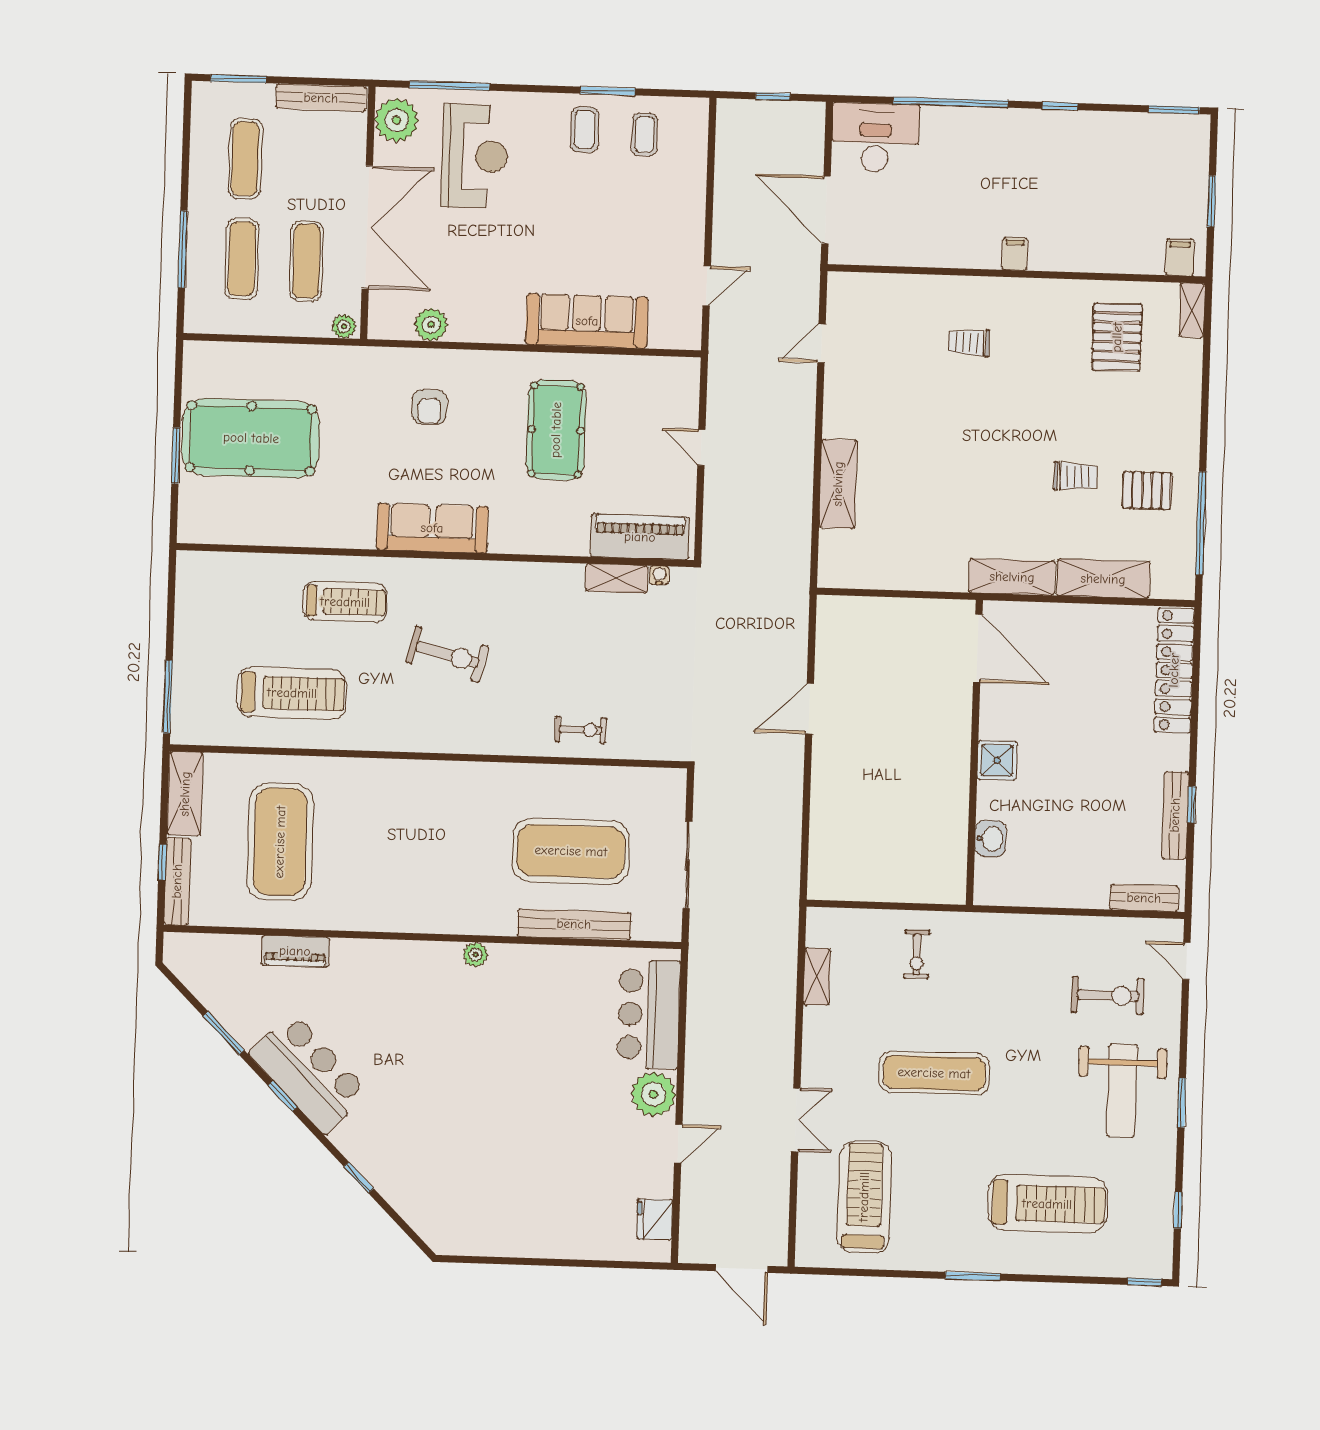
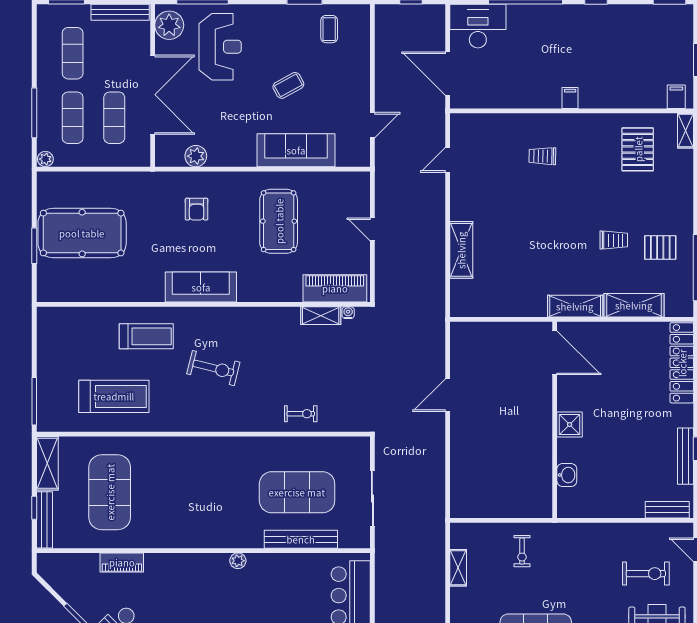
coffee table: (584, 130) -> (288, 85), moved, turned 61
plant: (344, 326) -> (45, 159), moved

